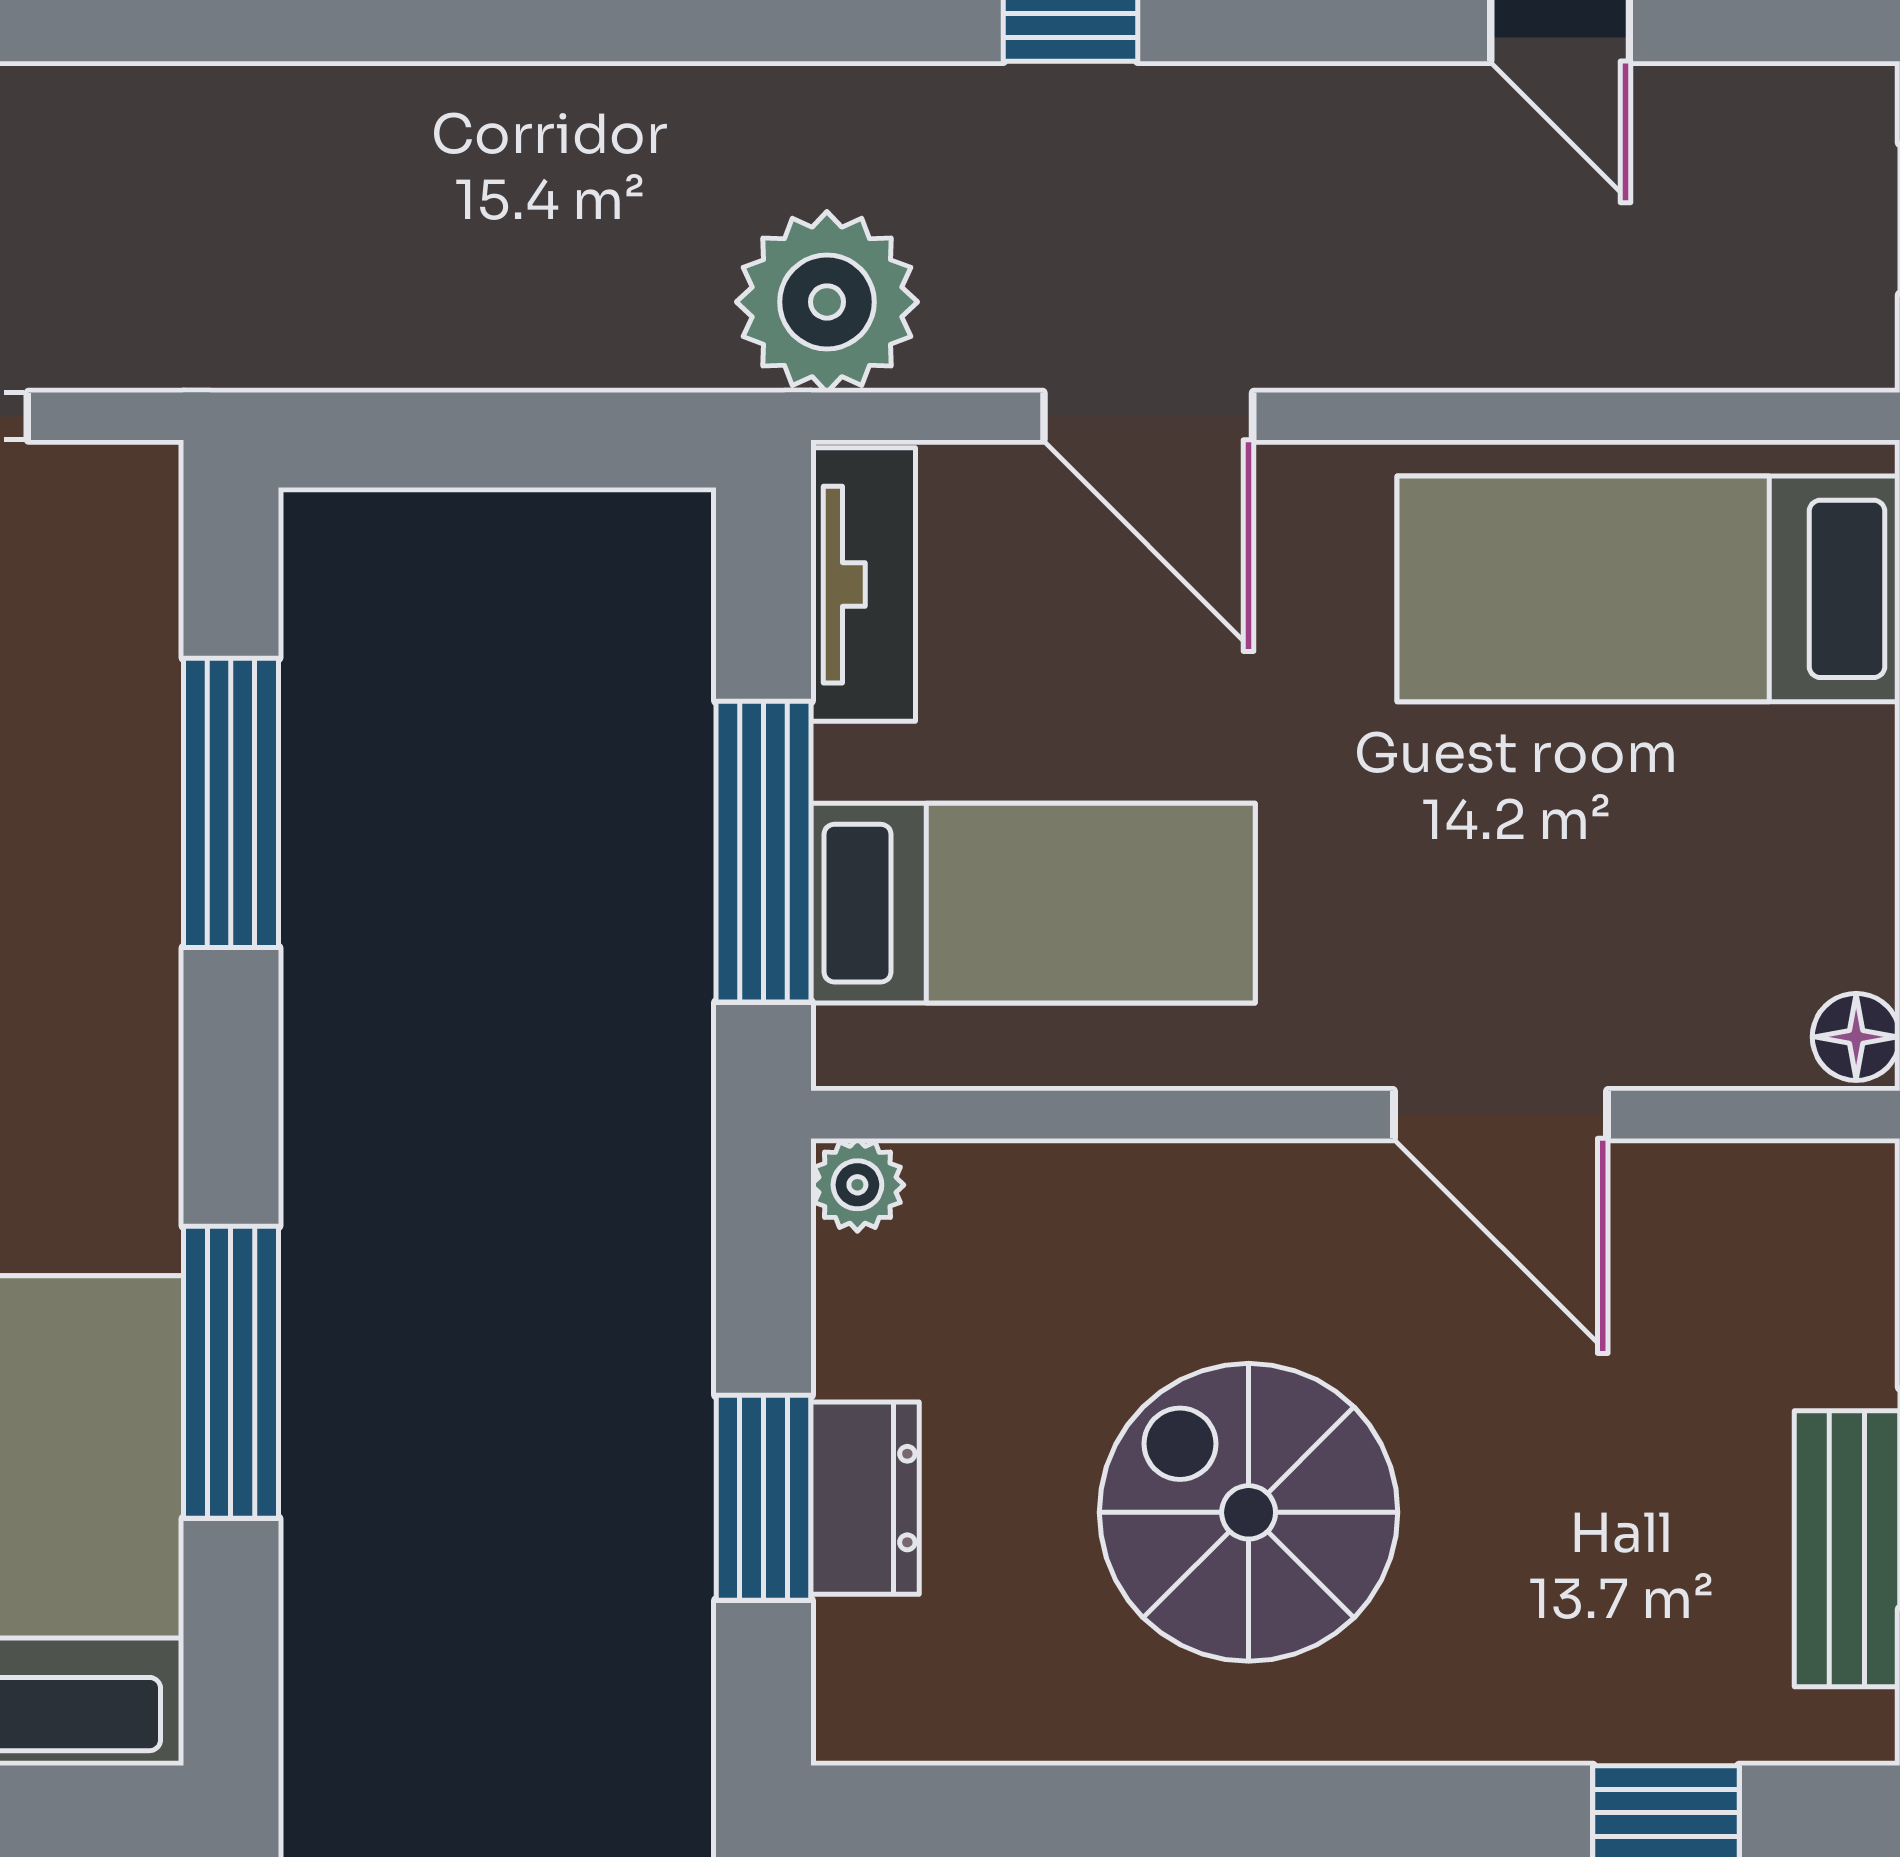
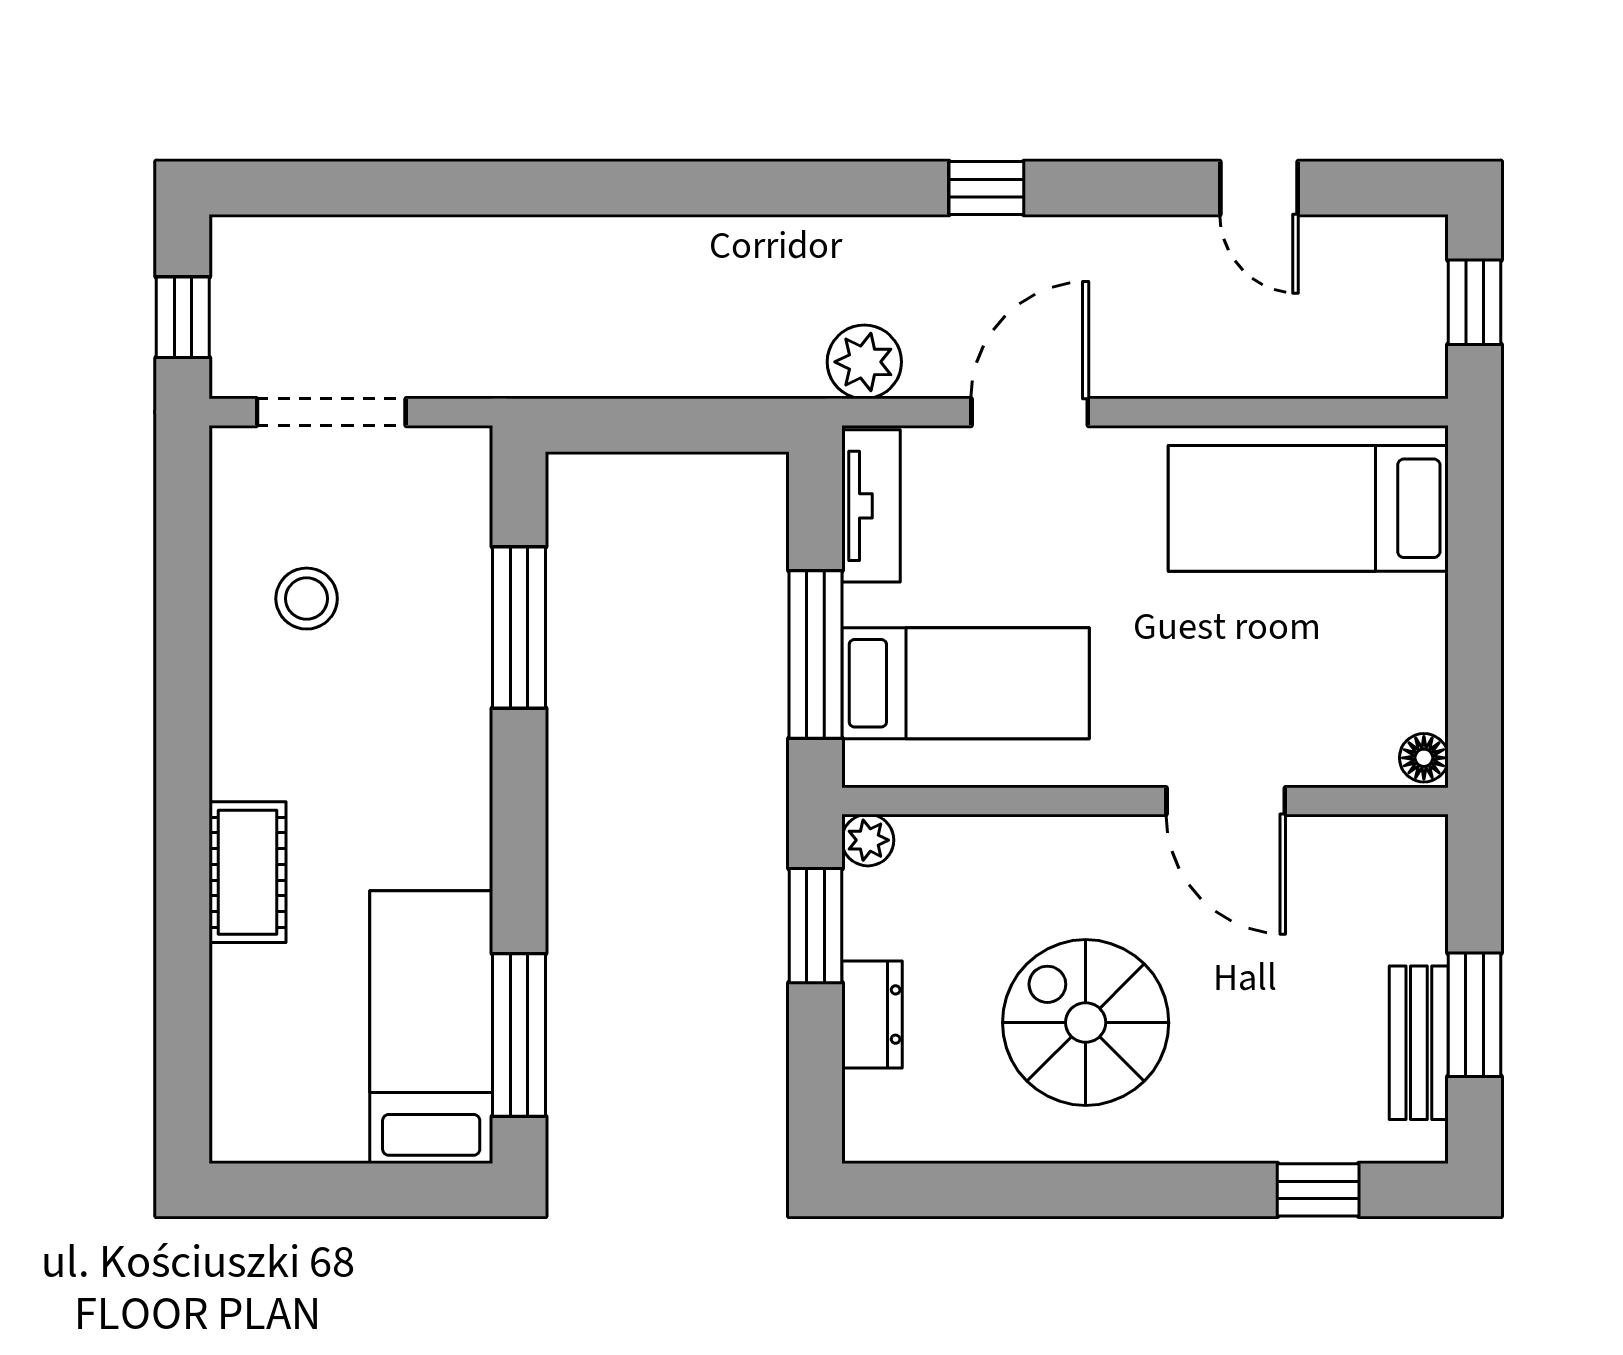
plant: (827, 302) -> (864, 362), width x0.73, depth x0.73
door: (1148, 416) -> (1030, 412), swing flipped
window: (231, 1372) -> (519, 1035), moved
window: (764, 1498) -> (816, 926), moved

